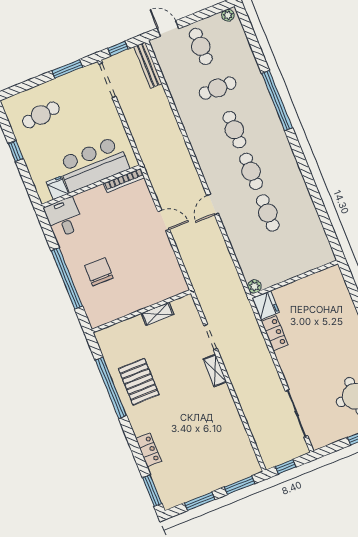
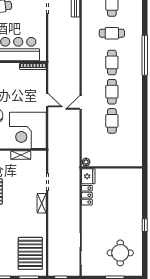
corner desk: (153, 274) -> (28, 130), added
pallet: (227, 448) -> (30, 253), added

